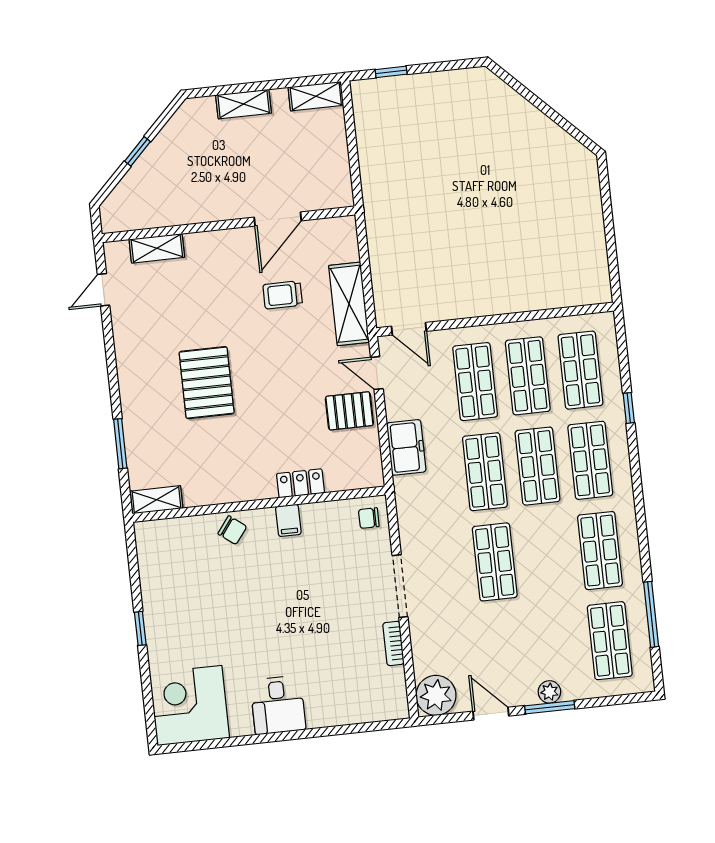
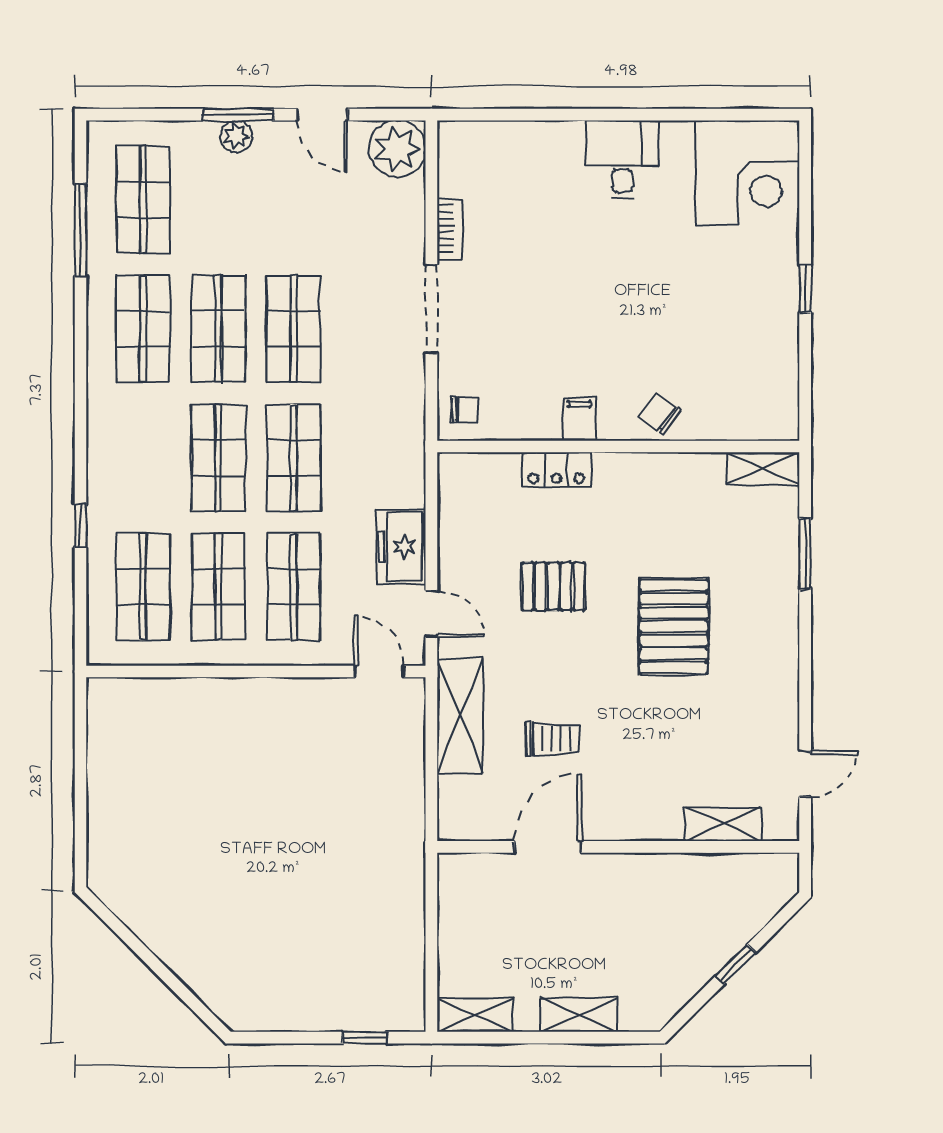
pallet: (349, 411) -> (553, 586), moved
freezer: (406, 447) -> (401, 547), moved
shop shelf: (590, 460) -> (218, 329), moved

